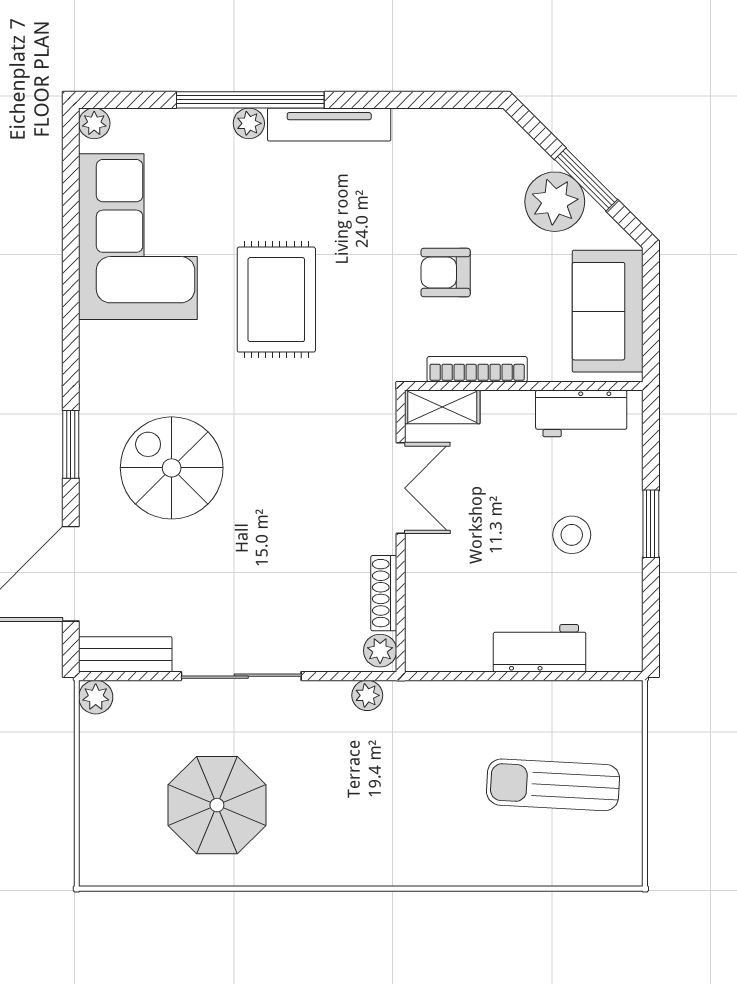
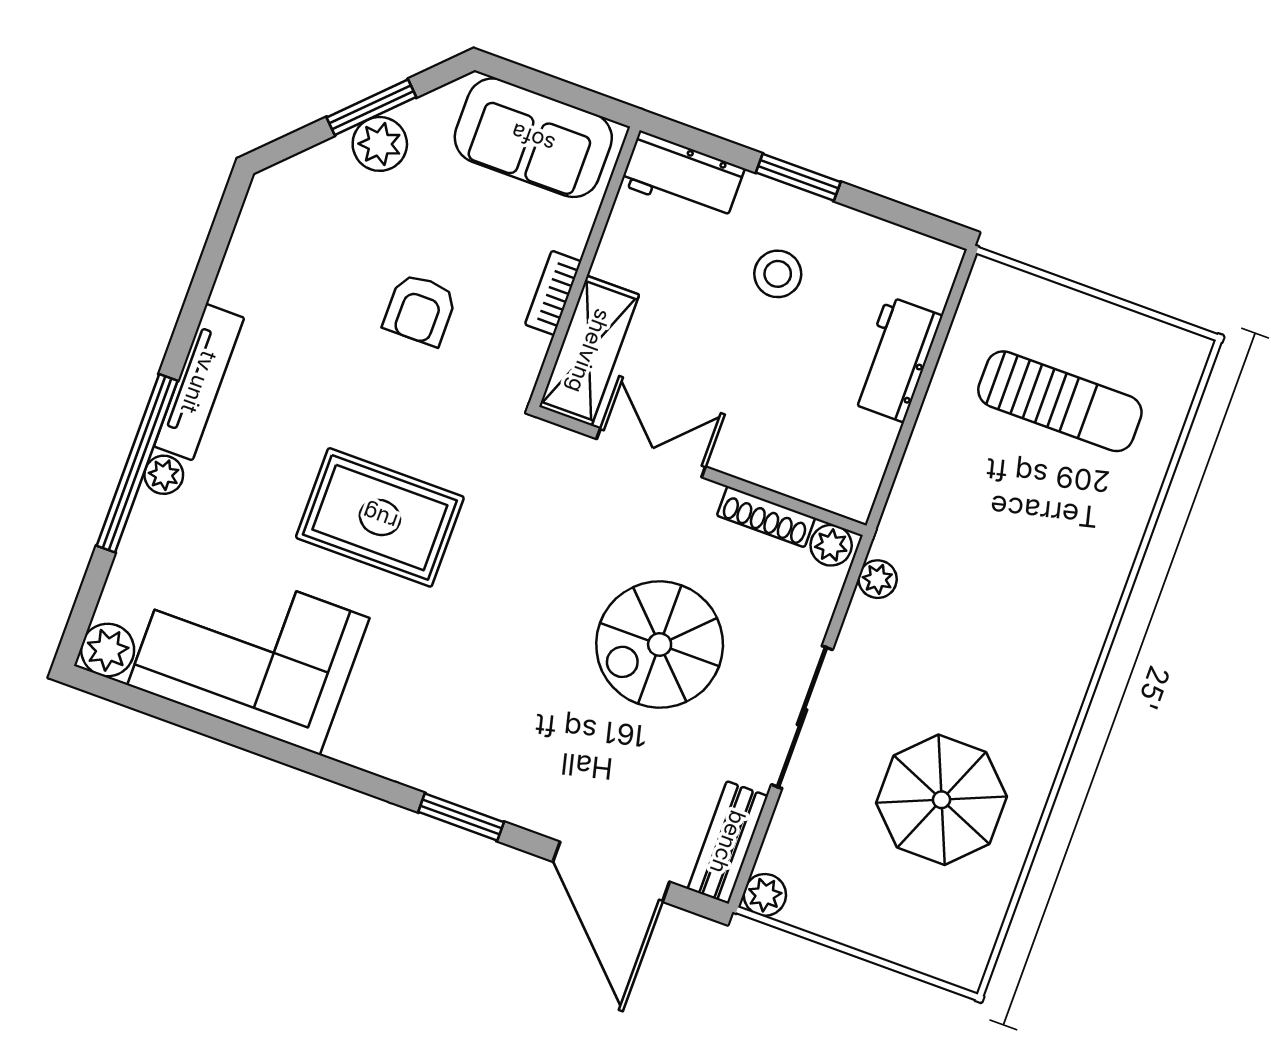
plant: (94, 123) -> (108, 650), width x1.38, depth x1.38
plant: (555, 202) -> (380, 144), width x0.73, depth x0.73
bookcase: (477, 369) -> (553, 293), width x0.64
shelving: (442, 407) -> (589, 351), width x1.50, depth x1.33
workbench: (581, 413) -> (682, 176), moved, turned 90
spiral stairs: (172, 468) -> (660, 645), moved
sun lounger: (553, 785) -> (1060, 401), turned -93

